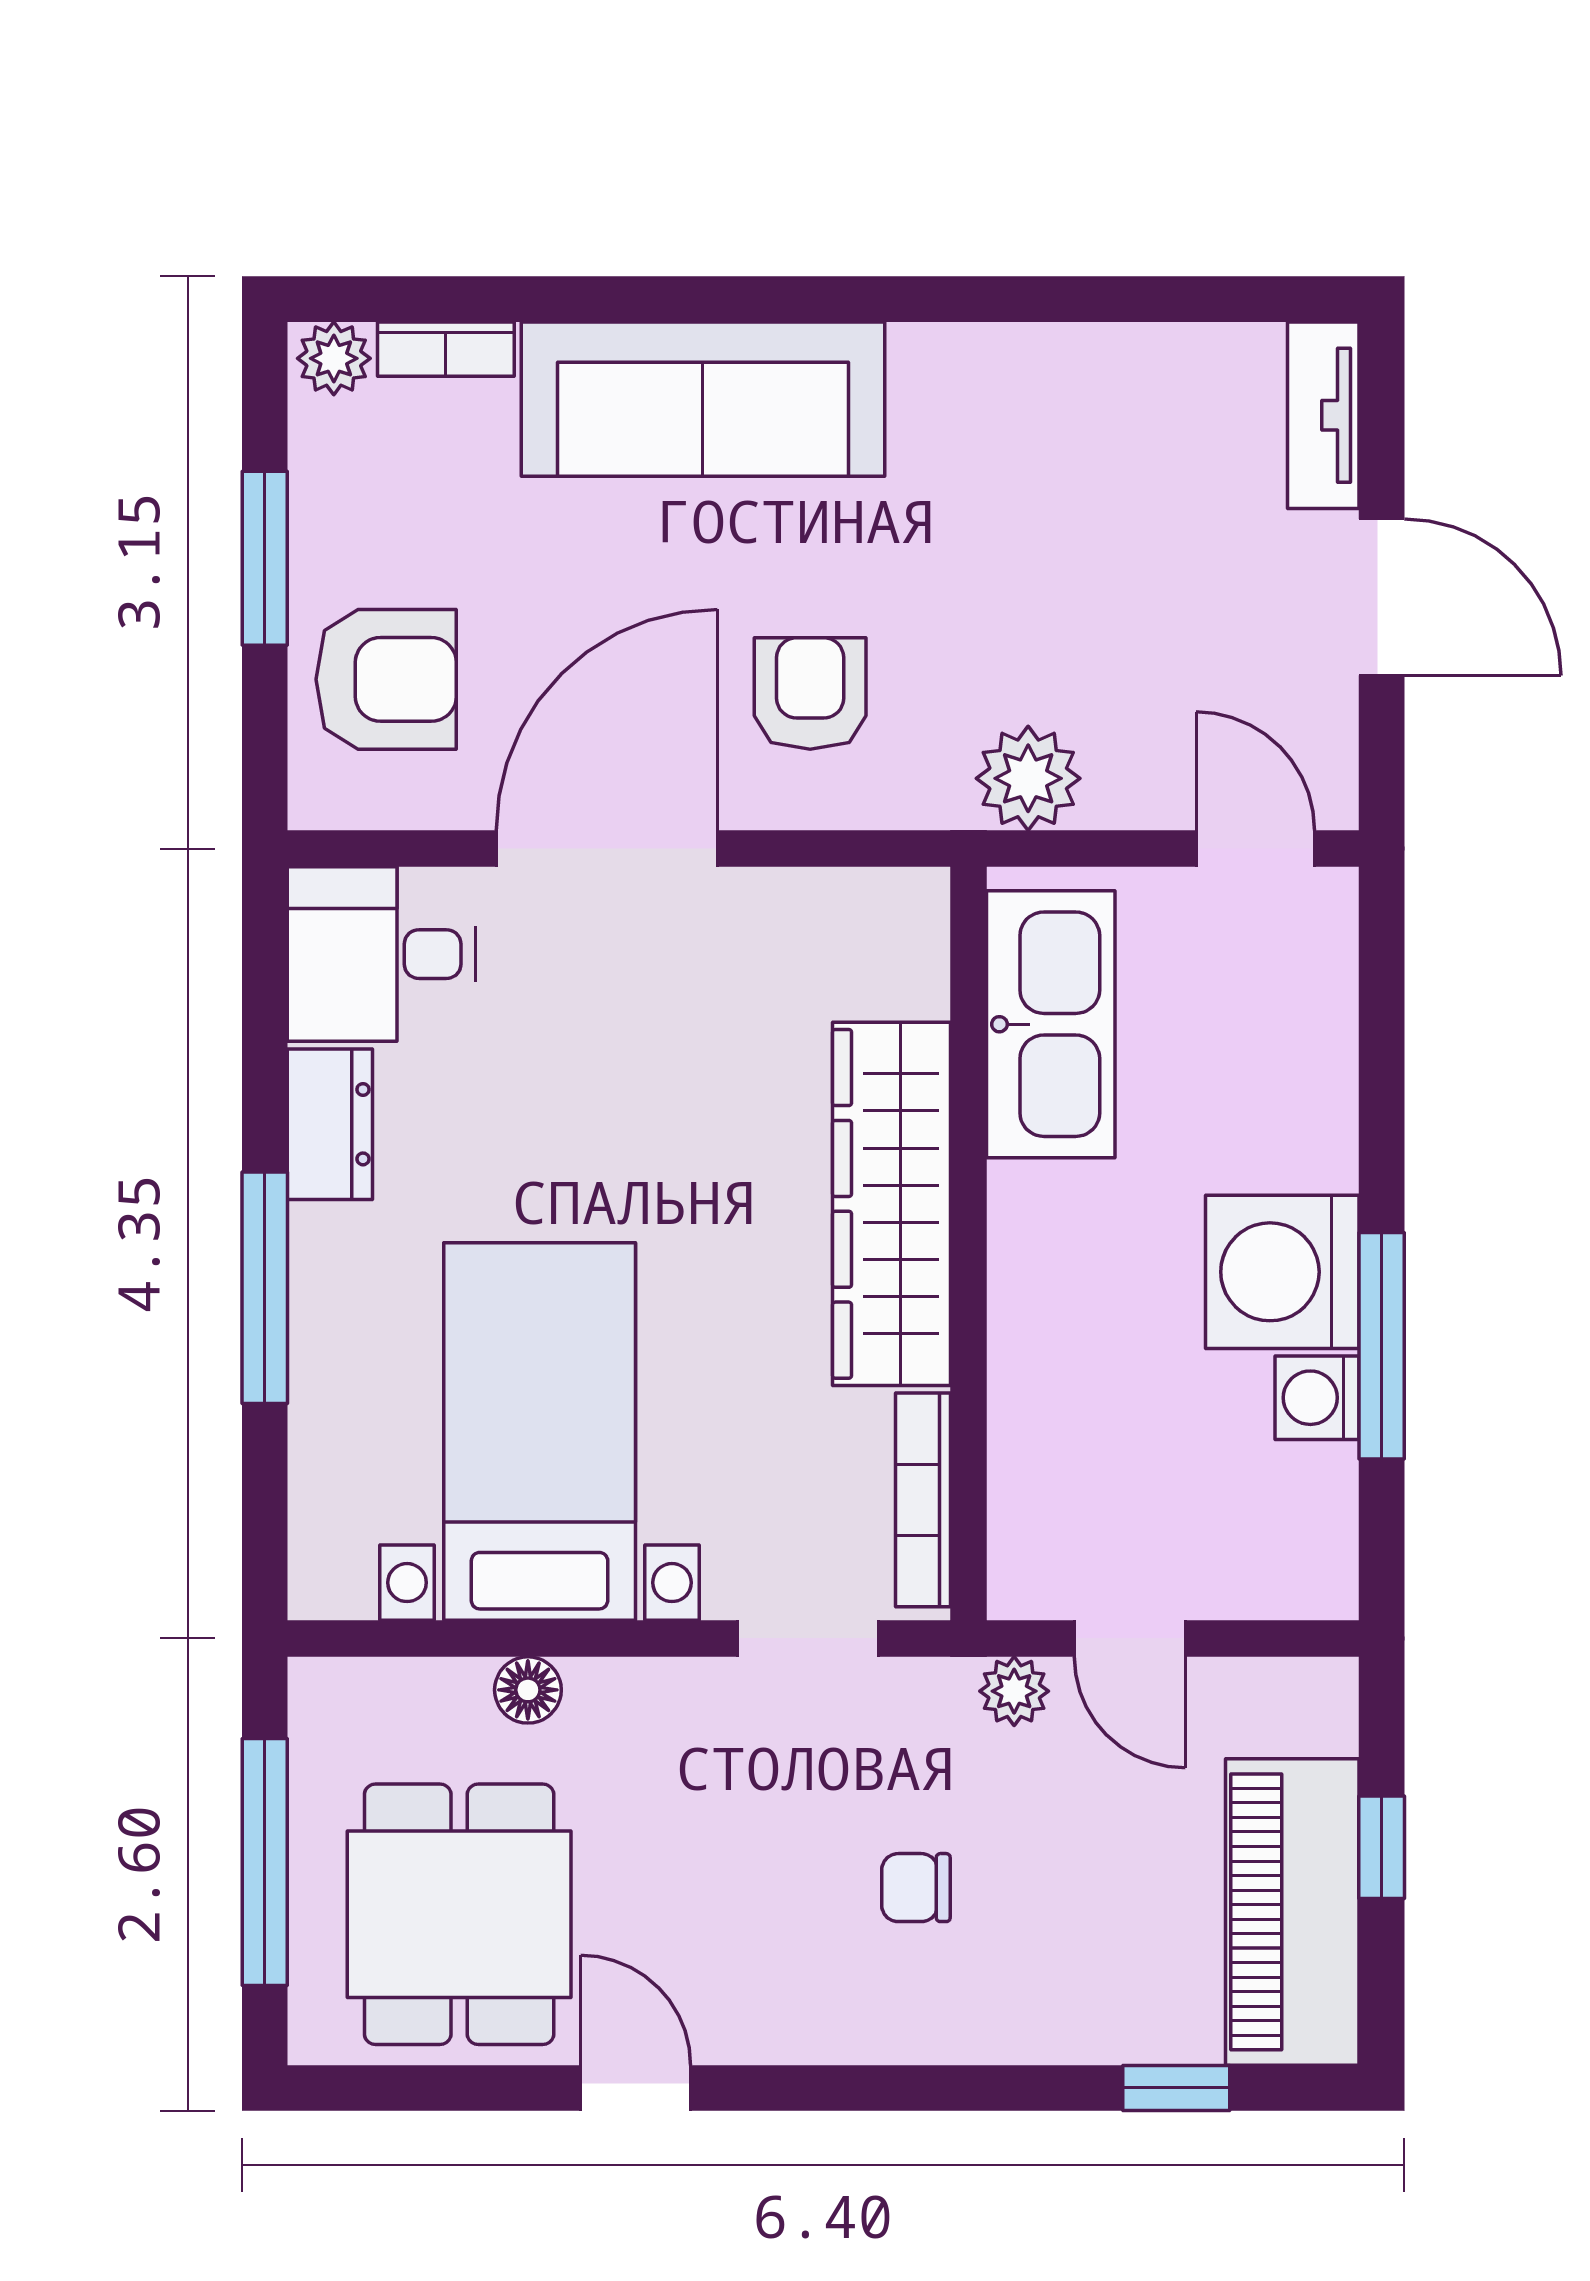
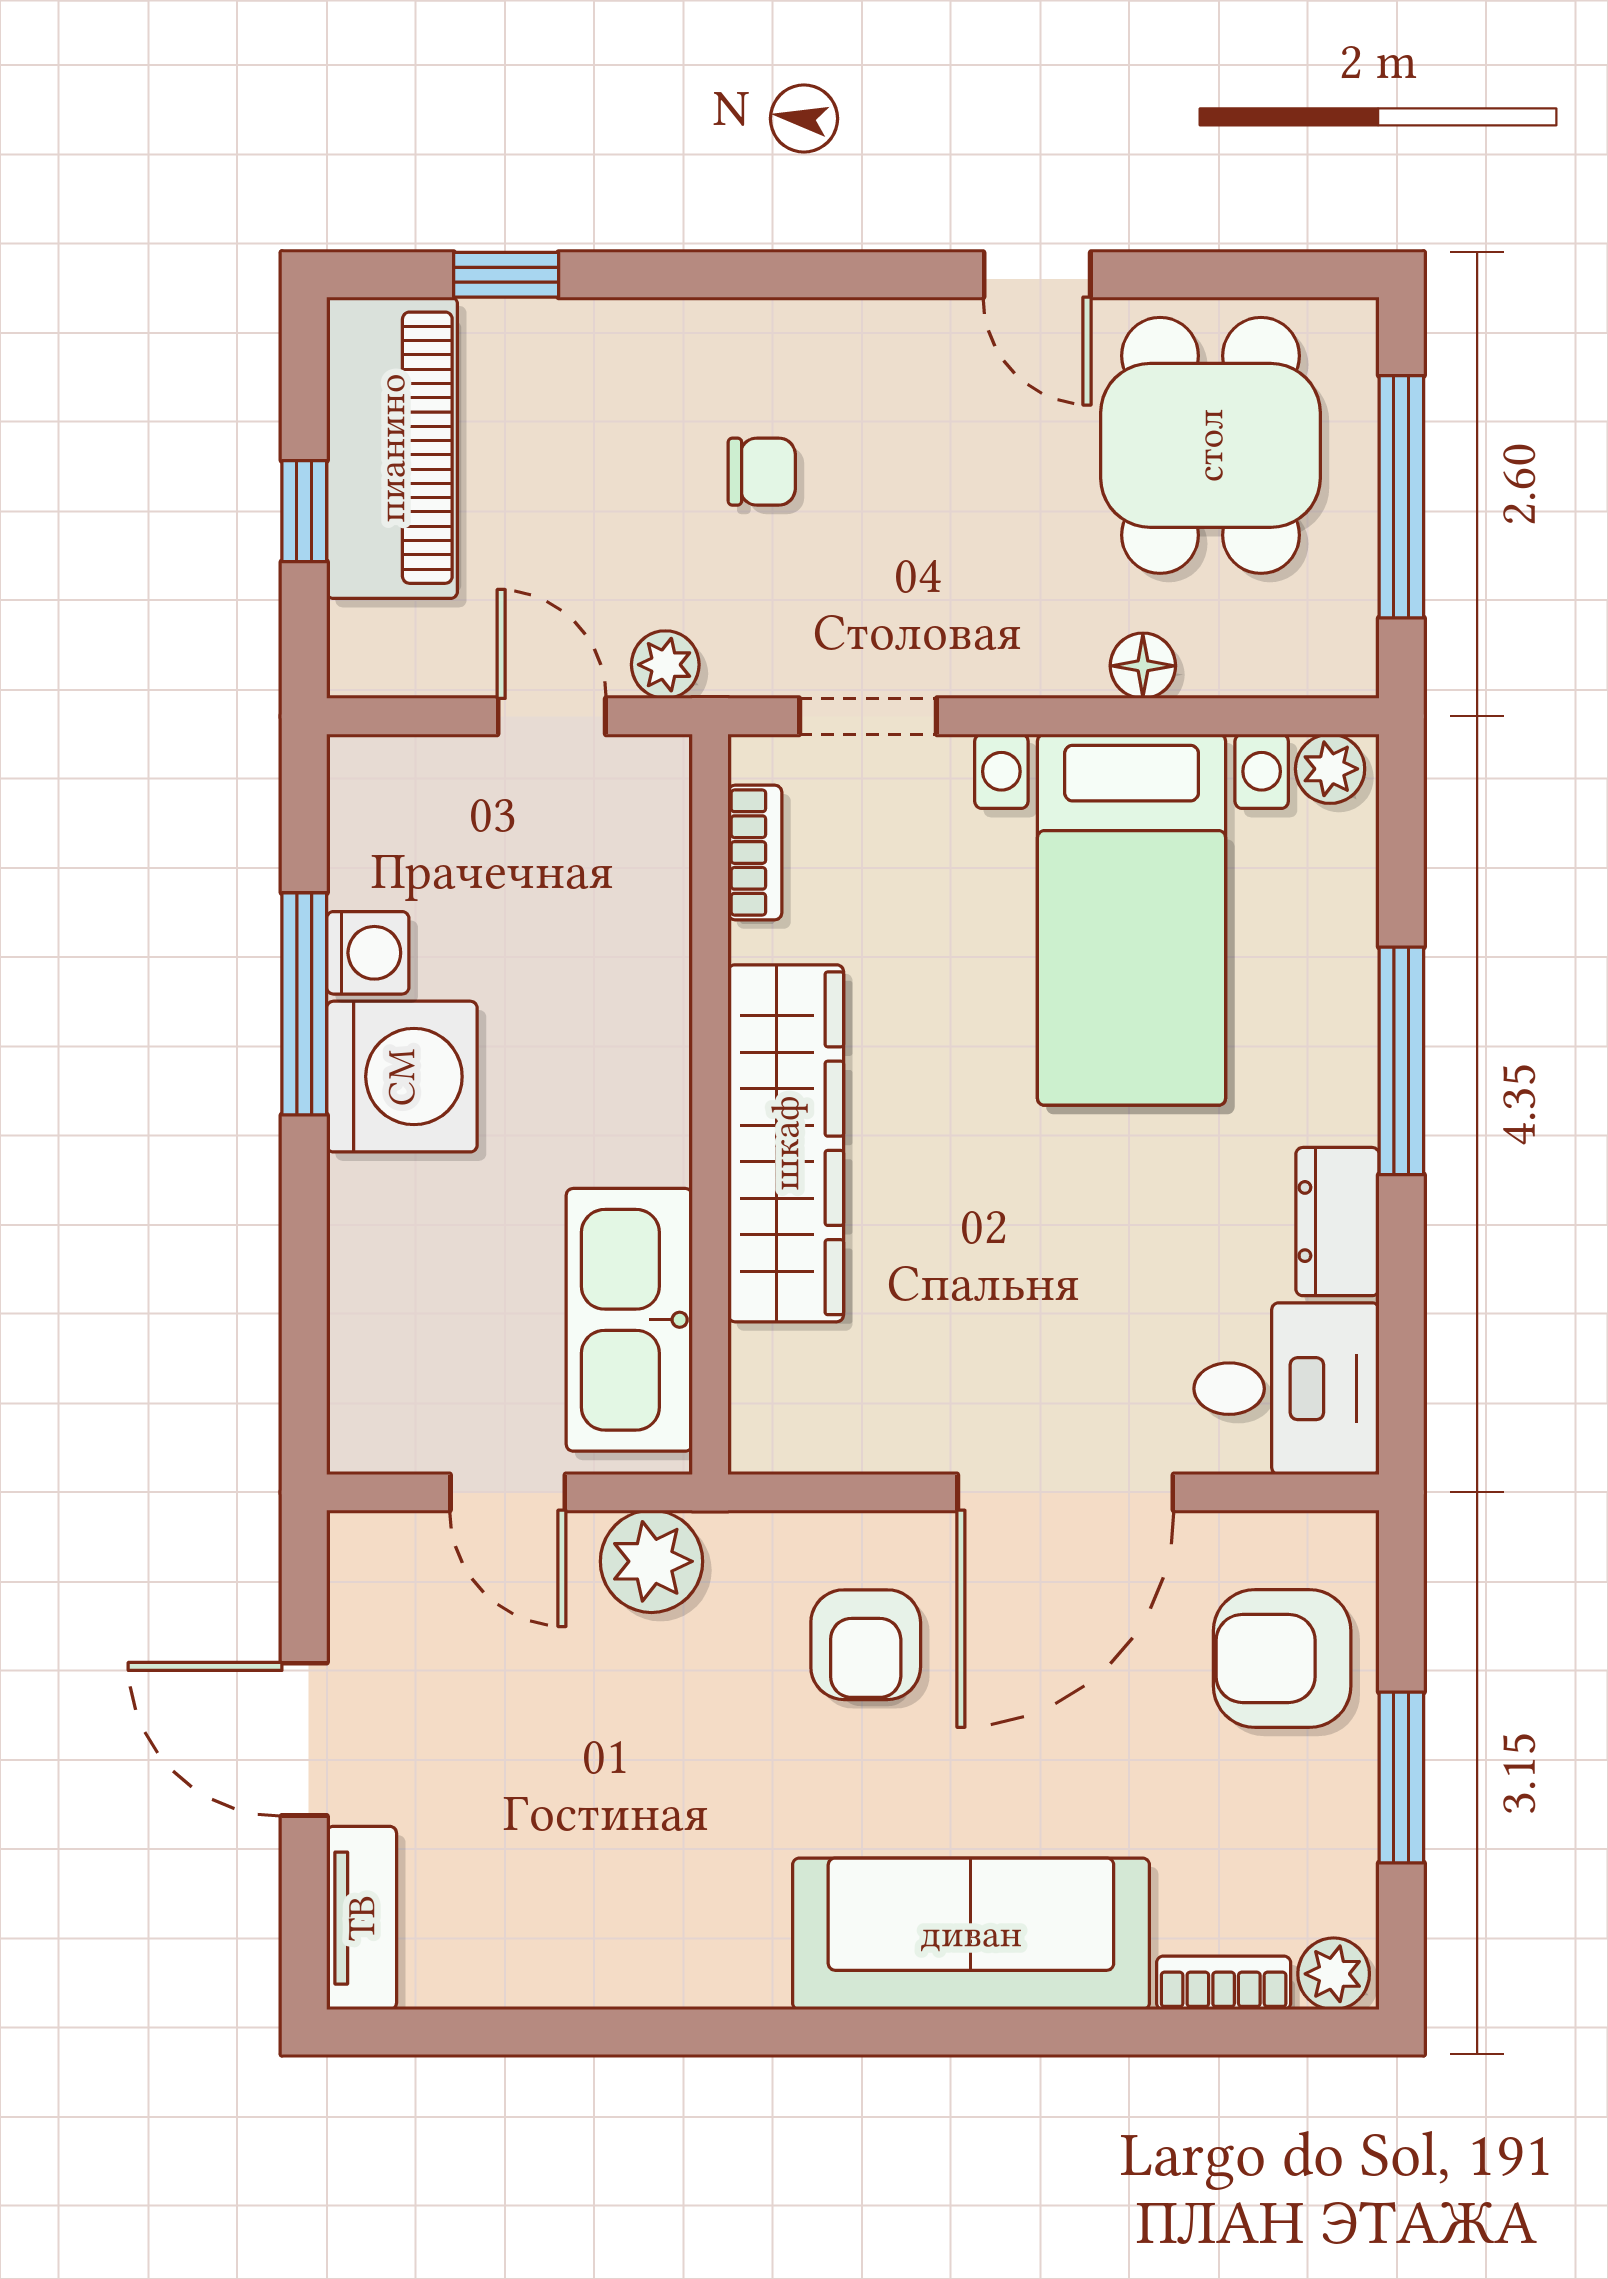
door: (1255, 849) -> (508, 1492), moved
bookcase: (923, 1500) -> (755, 852), width x0.64
plant: (337, 1585) -> (1330, 769), added

